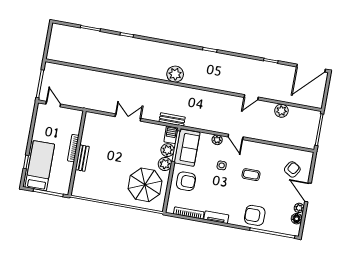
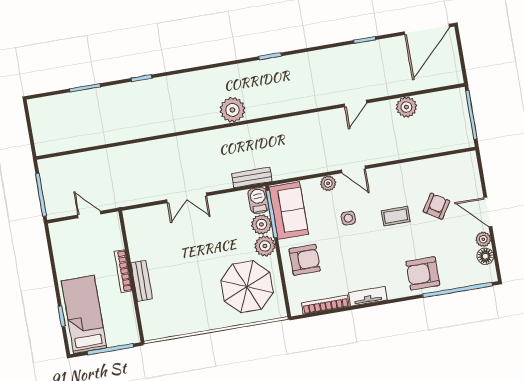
door: (53, 104) -> (89, 215), moved
double door: (128, 118) -> (187, 198), swing flipped
armchair: (292, 169) -> (436, 206), moved

